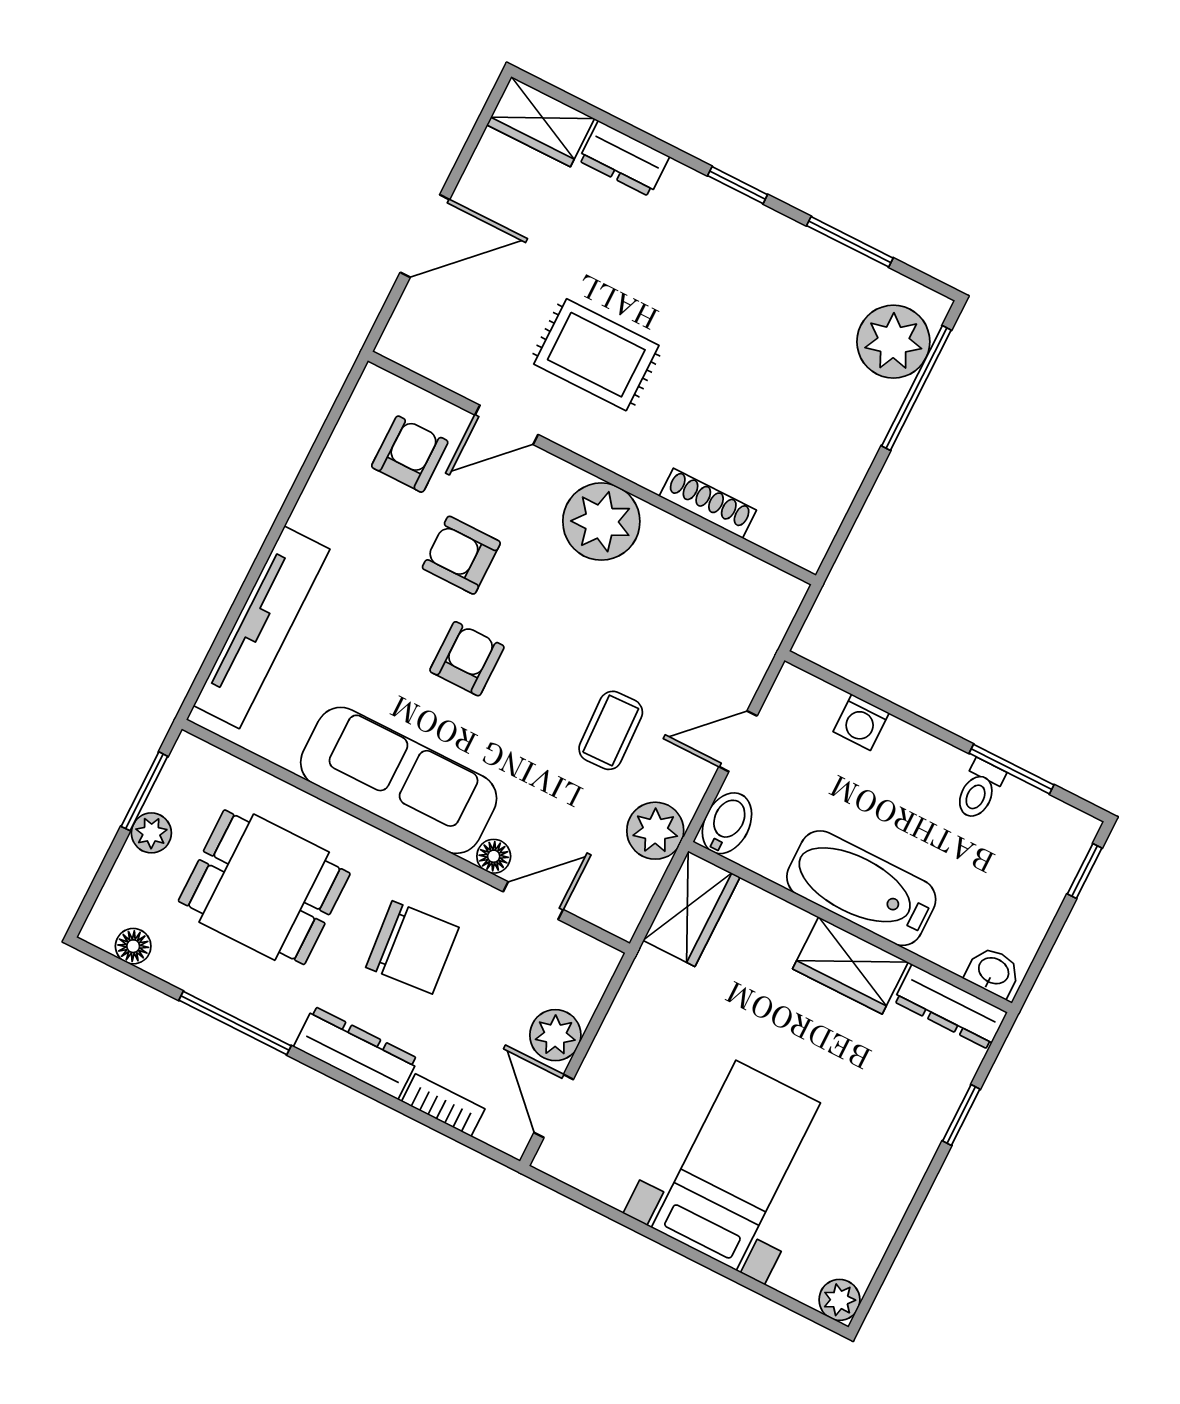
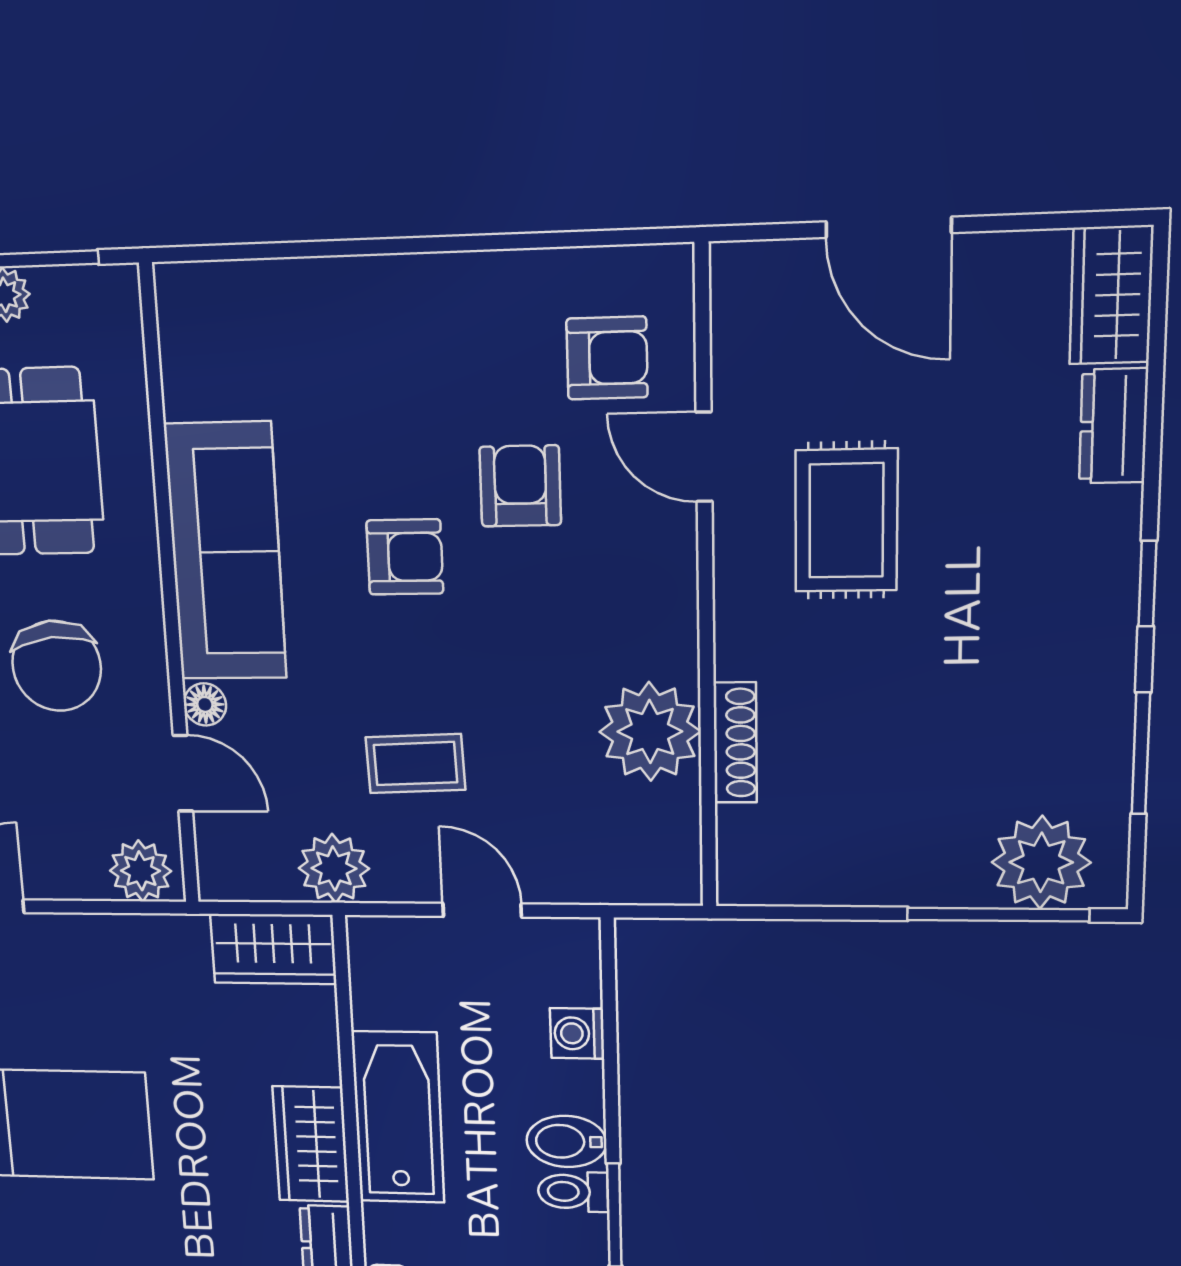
plant: (601, 522) -> (650, 732), moved
tv unit: (262, 627) -> (307, 292), removed
bidet: (727, 823) -> (566, 1141), moved, turned 180
plant: (555, 1035) -> (140, 871), moved

